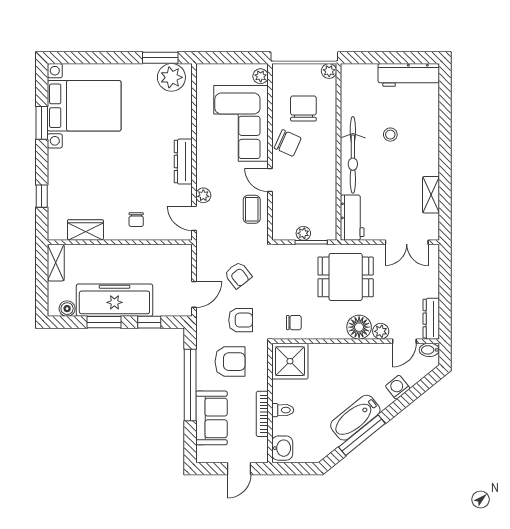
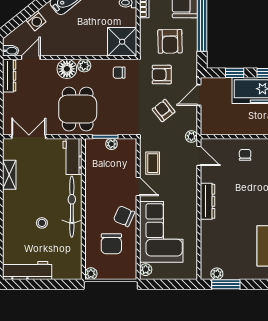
plant: (171, 77) -> (217, 274), width x0.53, depth x0.53
plant: (203, 195) -> (191, 136), moved
dining table: (346, 277) -> (78, 109), turned 90
plant: (381, 331) -> (84, 66), moved
armchair: (230, 362) -> (170, 41), turned -91

